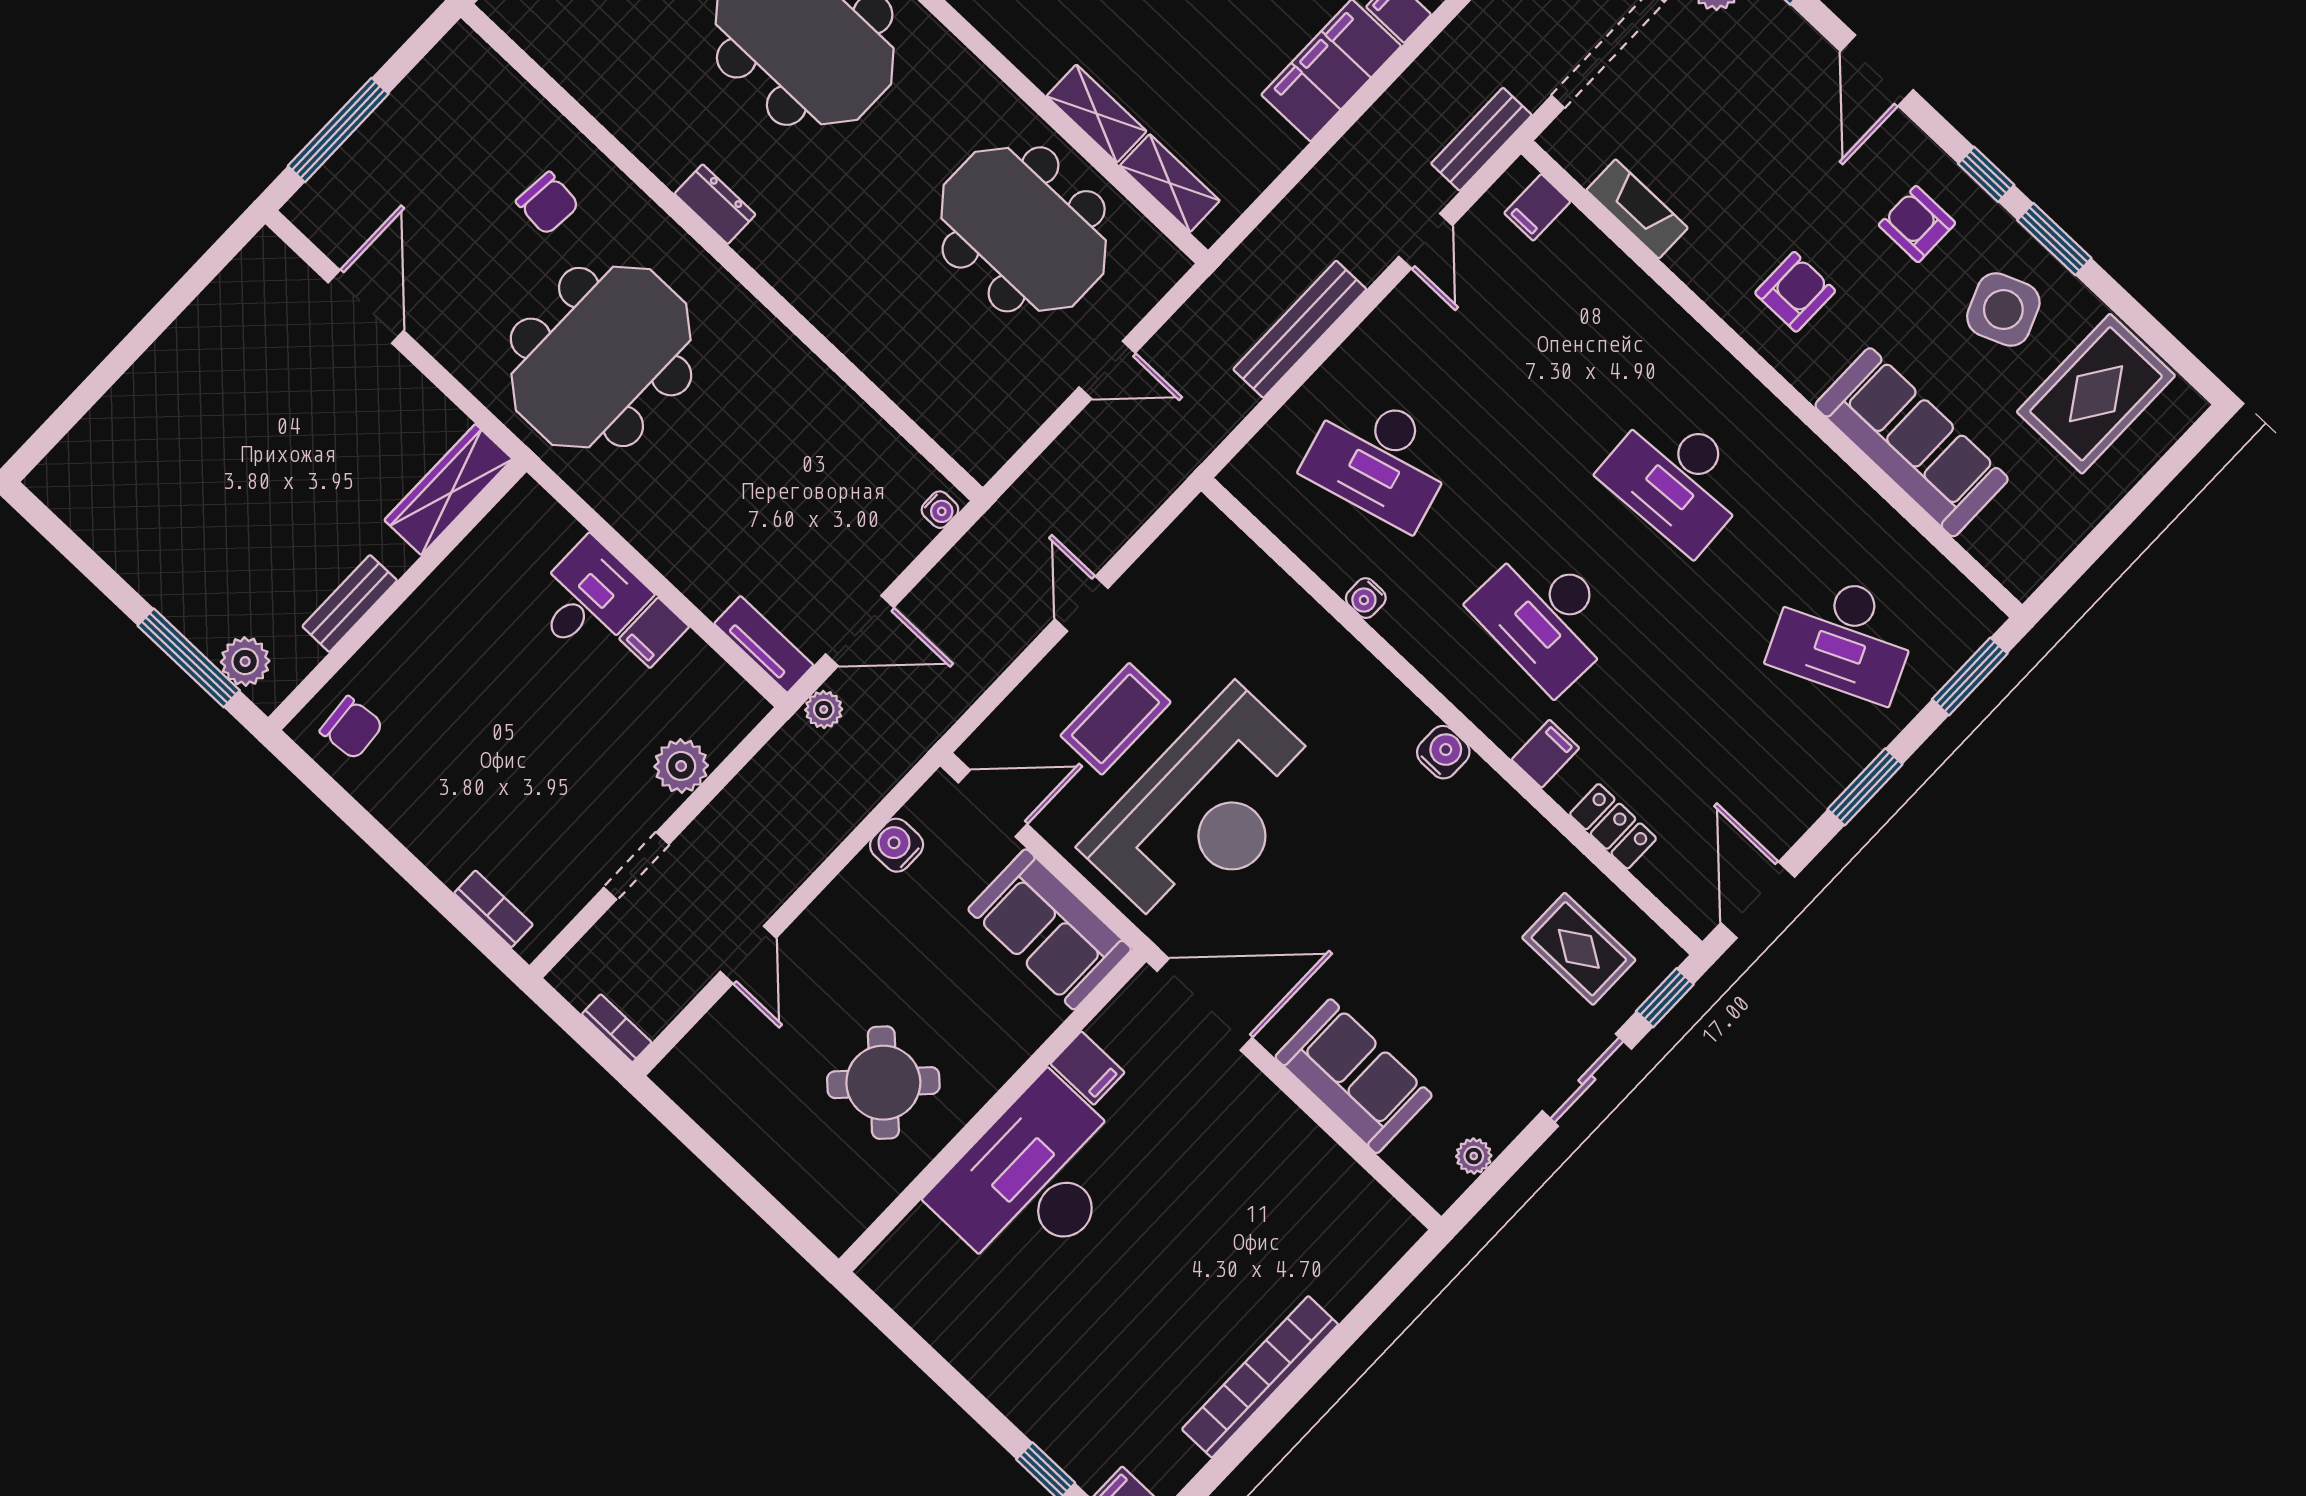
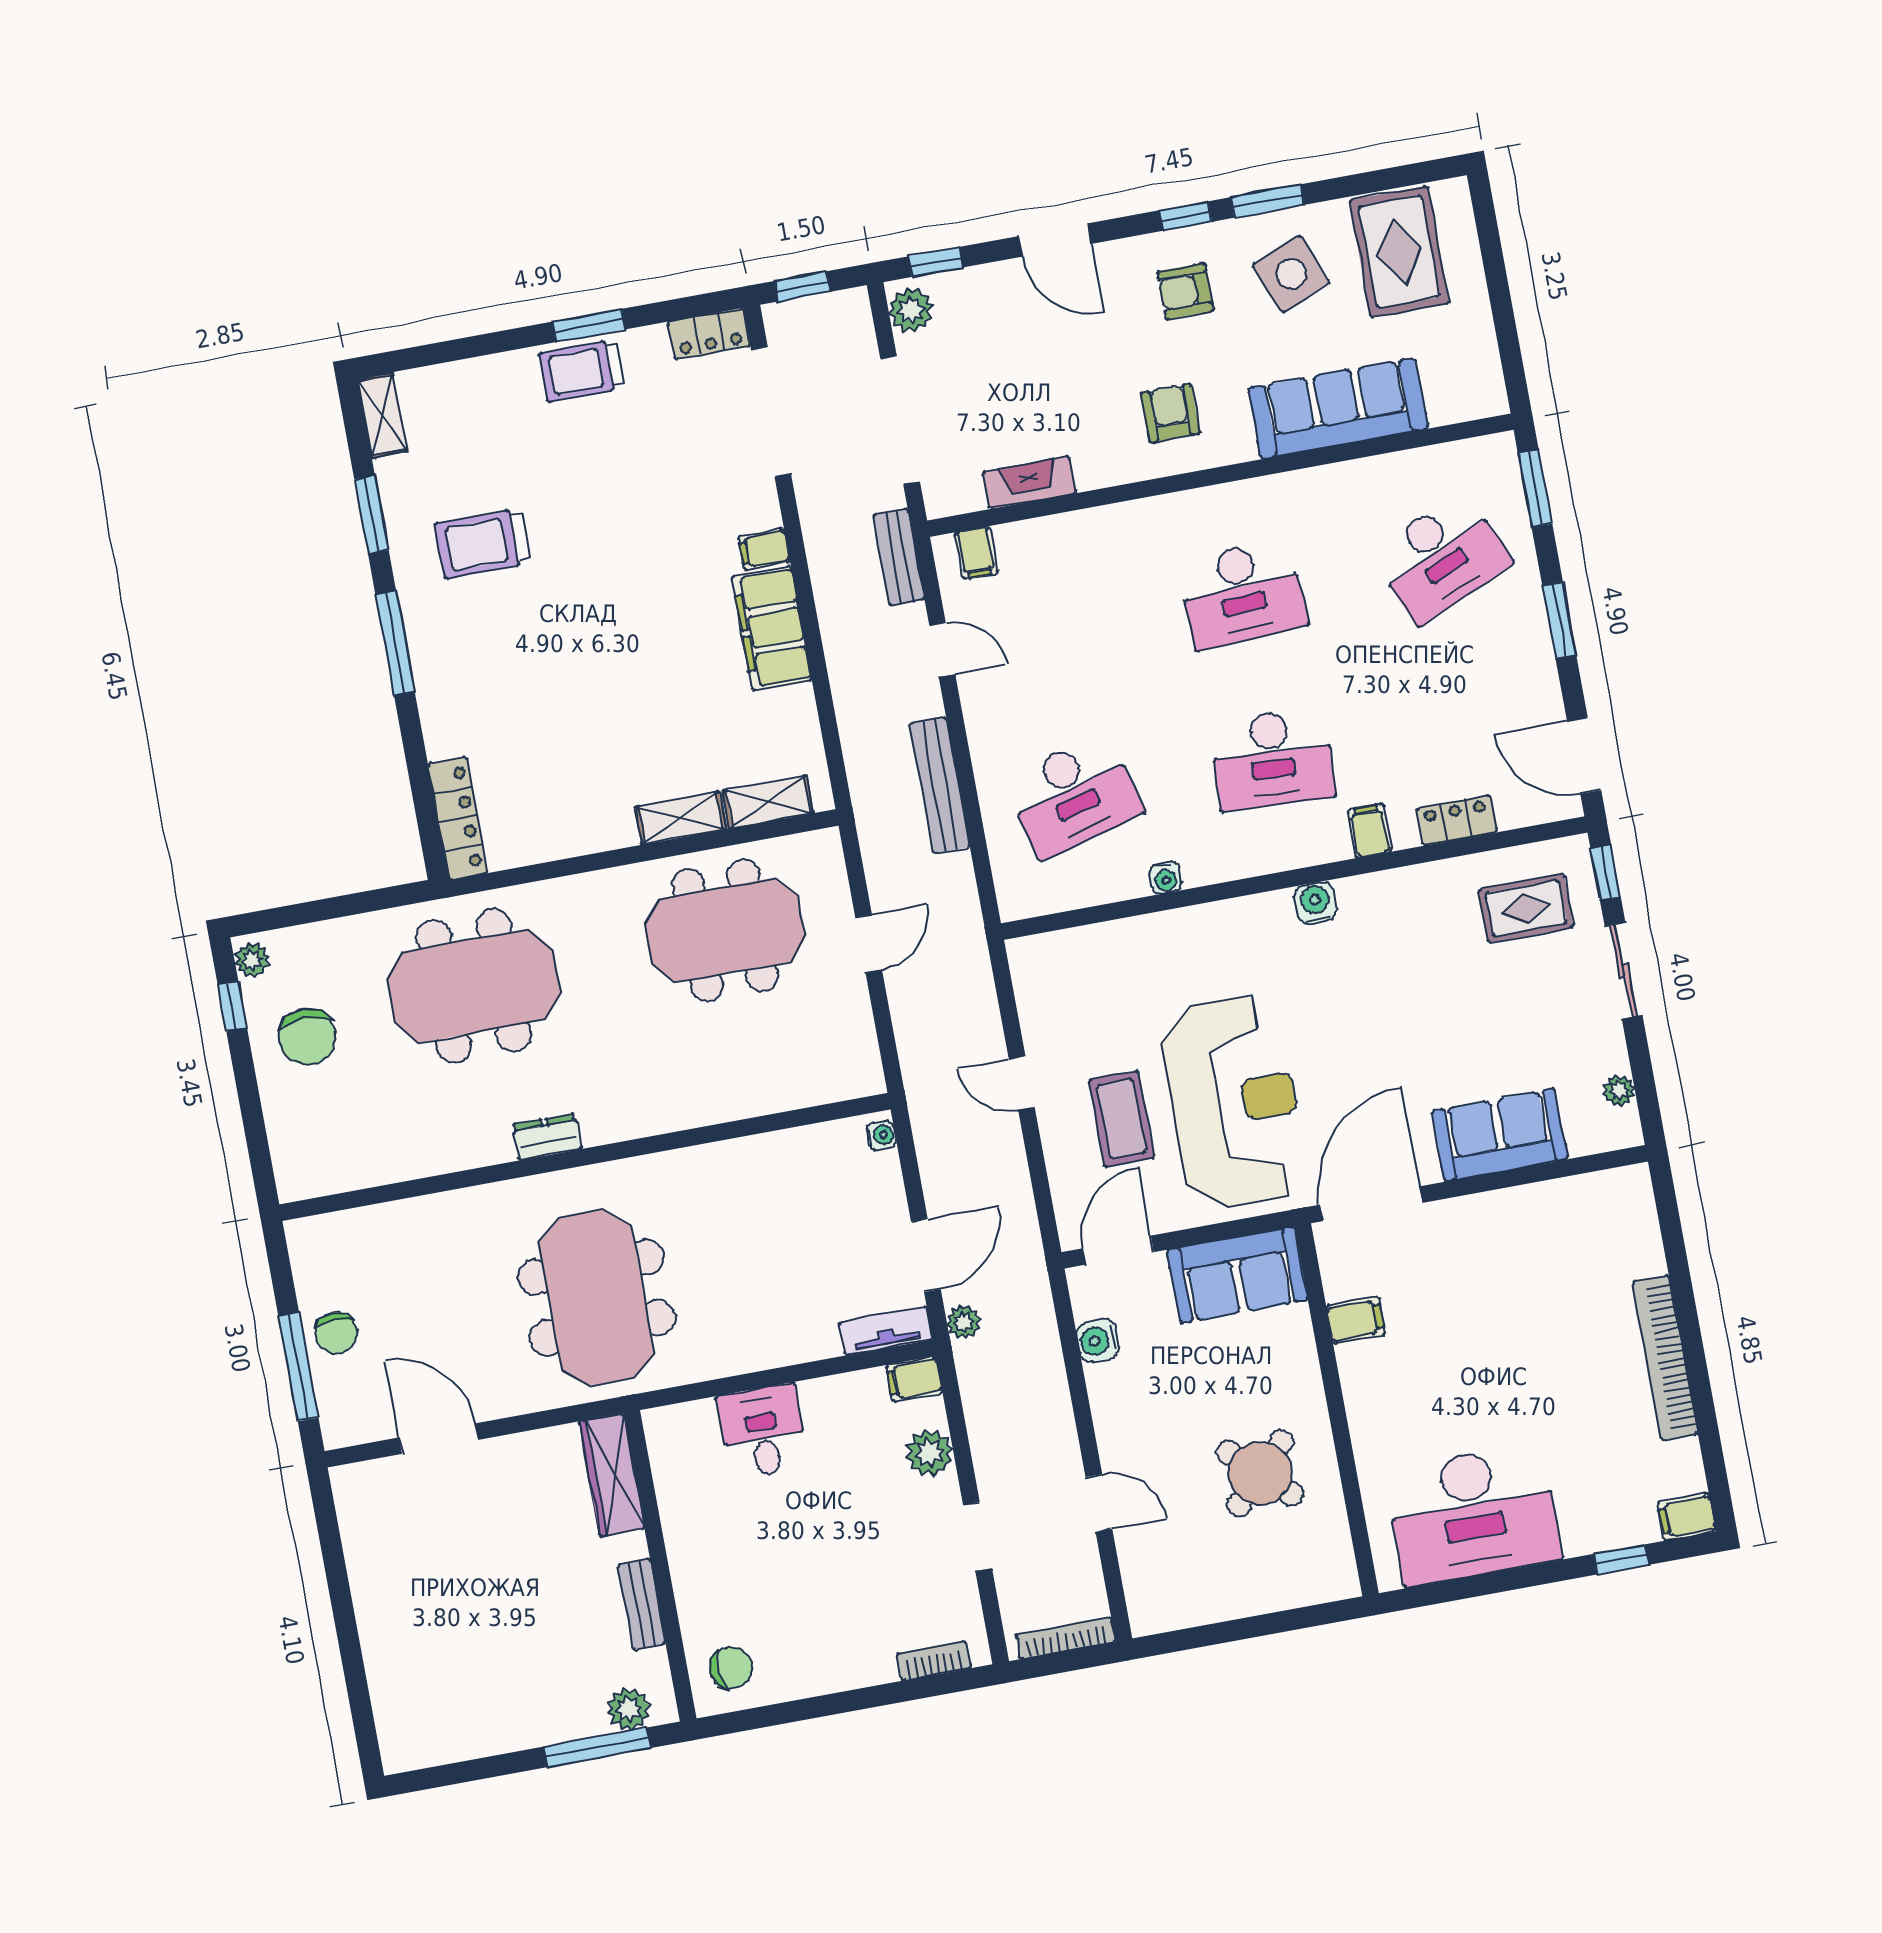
chair: (548, 203) -> (336, 1333), moved, turned 85
filing cabinet: (654, 633) -> (914, 1379), moved, turned 90
bookcase: (617, 1028) -> (1066, 1638), width x1.56
desk: (1034, 1180) -> (1473, 1514), moved, turned -90

